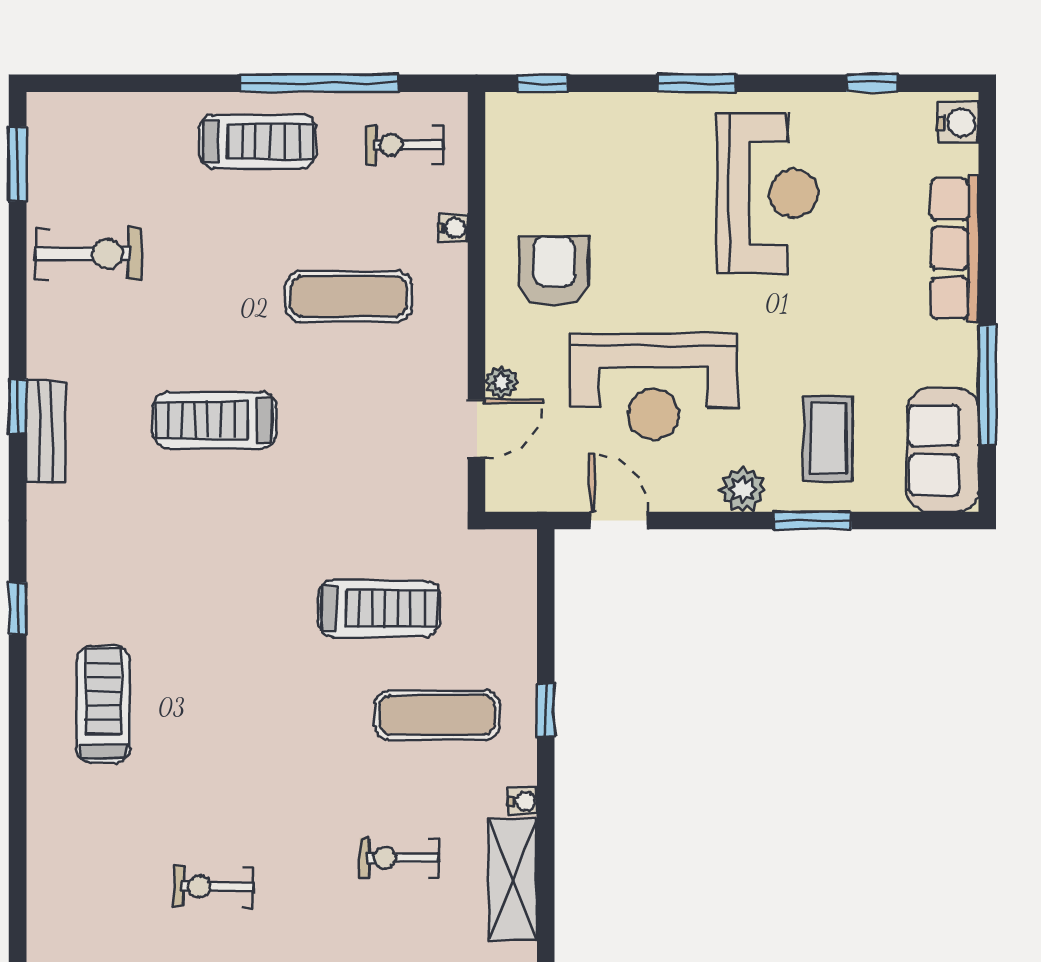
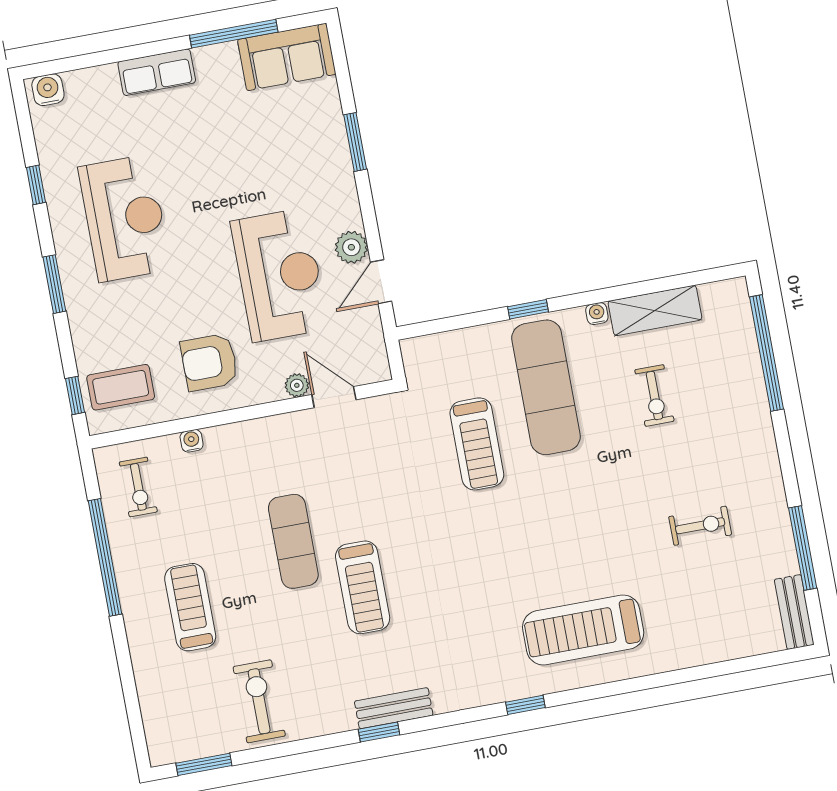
window: (872, 83) -> (36, 185), moved
treadmill: (258, 141) -> (190, 607), moved
reception desk: (767, 193) -> (125, 218), turned 90
row of seats: (955, 249) -> (157, 72), width x0.68
exercise mat: (349, 296) -> (293, 541), moved
coffee table: (828, 438) -> (121, 387), moved
plant: (743, 489) -> (351, 247), moved
treadmill: (378, 608) -> (477, 444), turned 180
treadmill: (103, 704) -> (583, 630), width x1.37, depth x1.38
exercise mat: (437, 715) -> (546, 387), width x1.36, depth x1.45
exercise bike: (214, 887) -> (700, 526), turned -91

